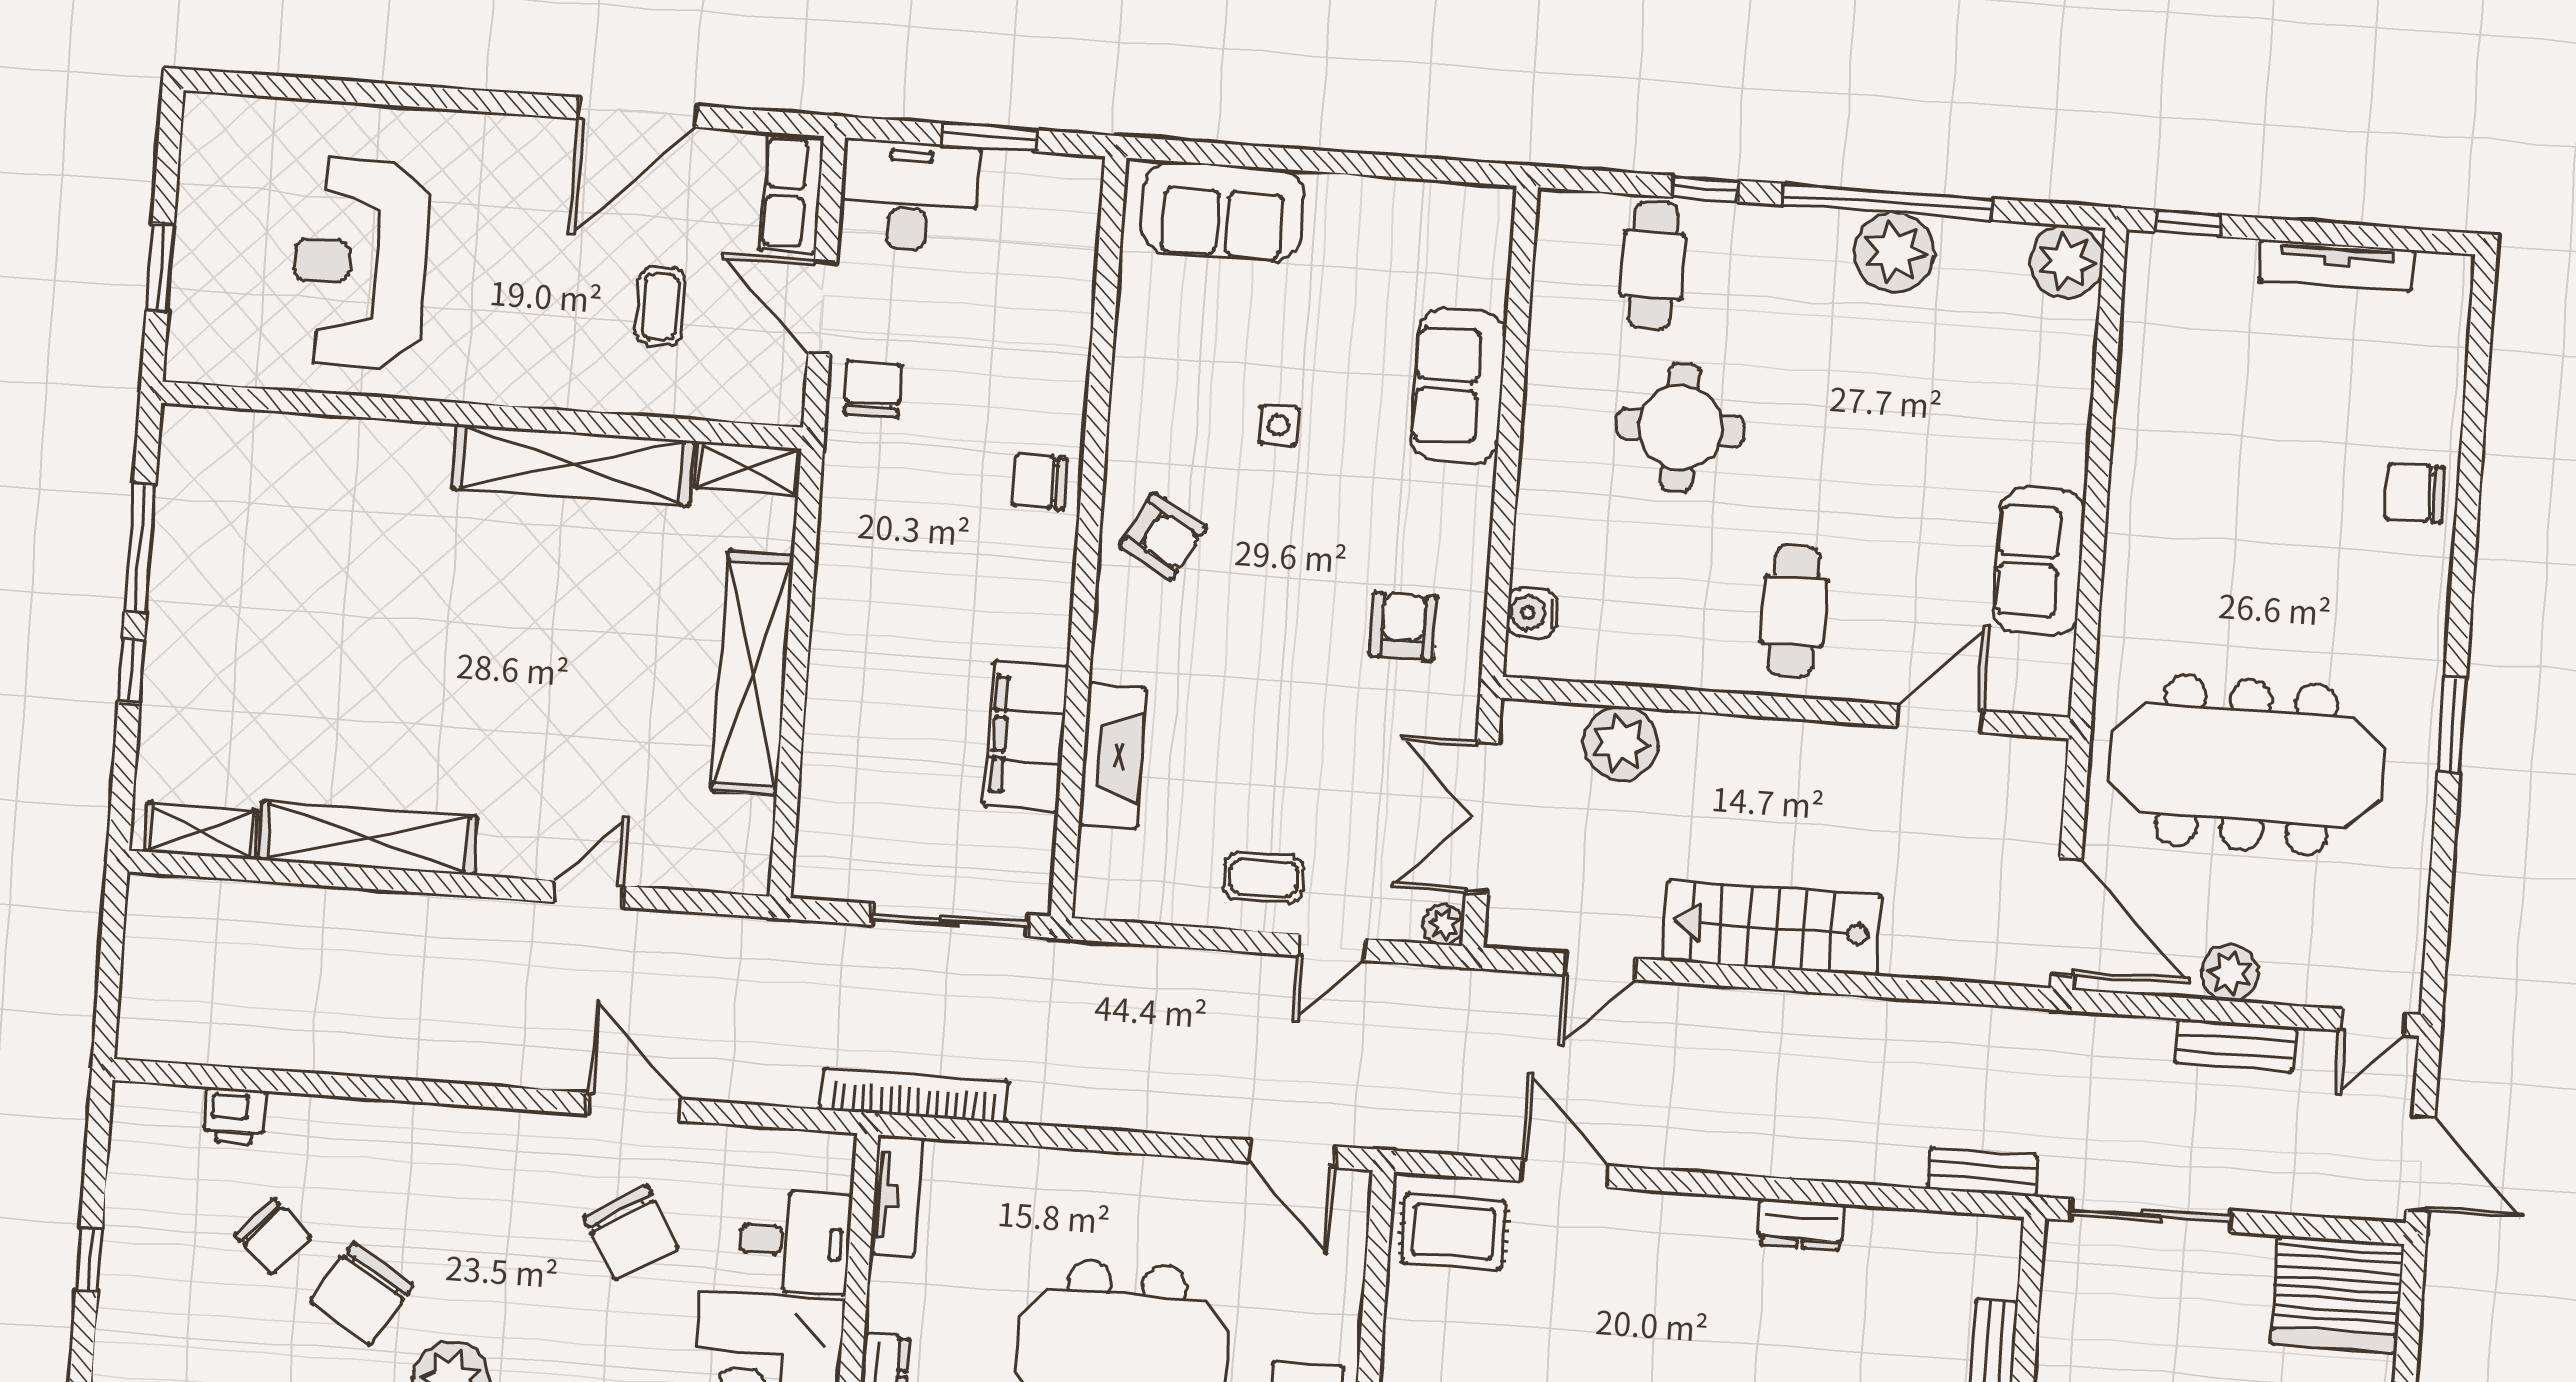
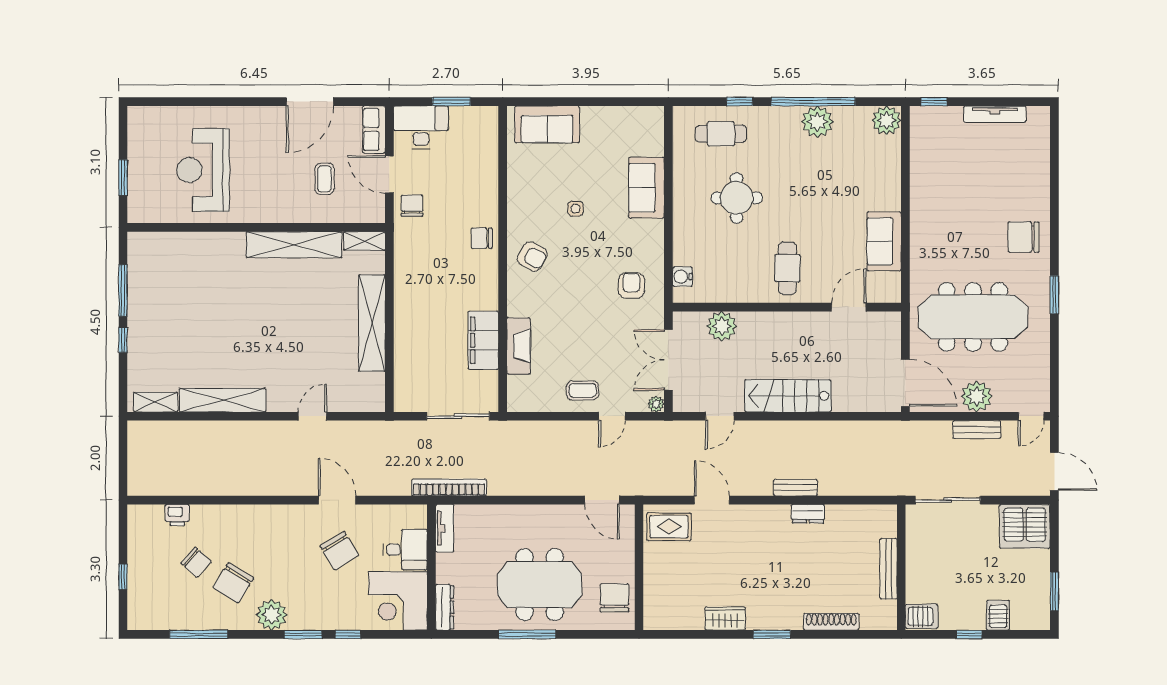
cafe table: (1653, 265) -> (721, 134), turned 90
chair: (2415, 493) -> (1024, 237), moved, width x1.37, depth x1.37
plant: (2230, 973) -> (977, 396), width x1.36, depth x1.36
bench: (1983, 1172) -> (795, 488), moved

